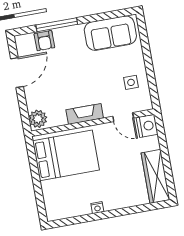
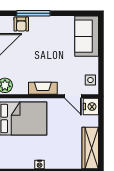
sofa: (110, 33) -> (87, 36), moved, turned 90
side table: (131, 82) -> (90, 80), moved

